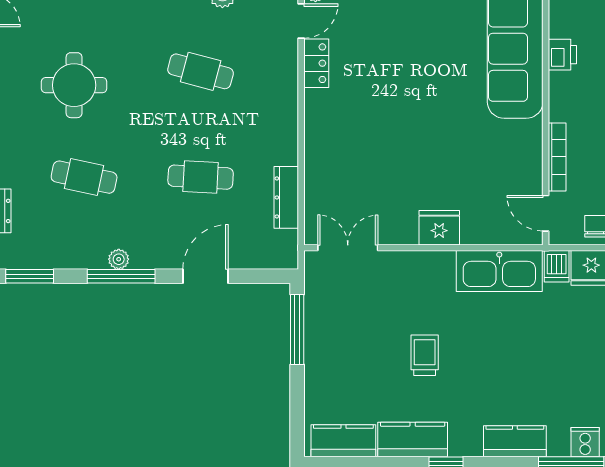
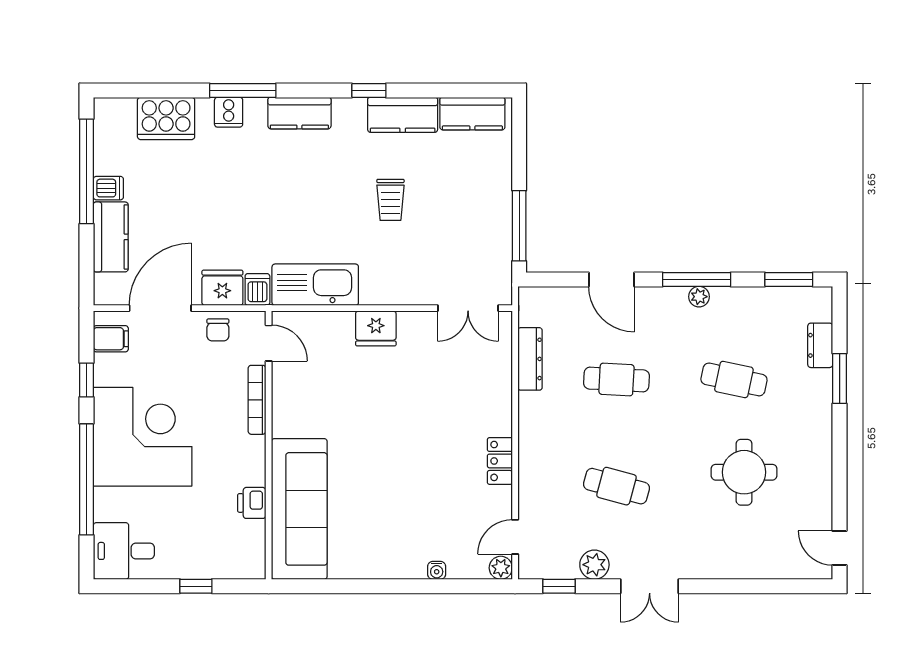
locker: (316, 63) -> (500, 461), moved
door: (206, 276) -> (611, 279), hinge flipped

